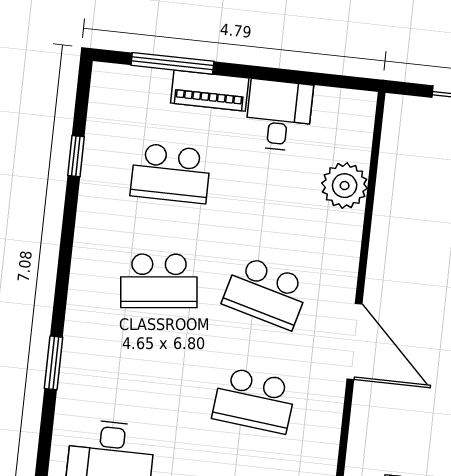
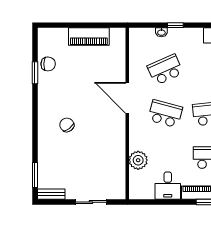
school desk: (254, 400) -> (165, 70), turned -30

